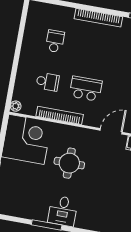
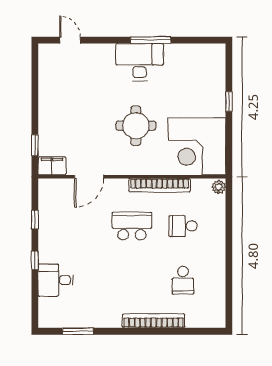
bookcase: (98, 18) -> (154, 321), moved
school desk: (86, 89) -> (132, 226), turned 180
desk: (63, 211) -> (140, 62), width x1.37

